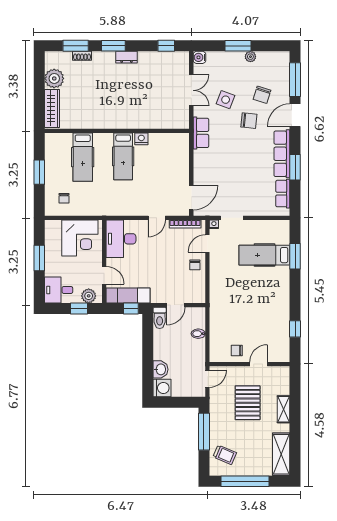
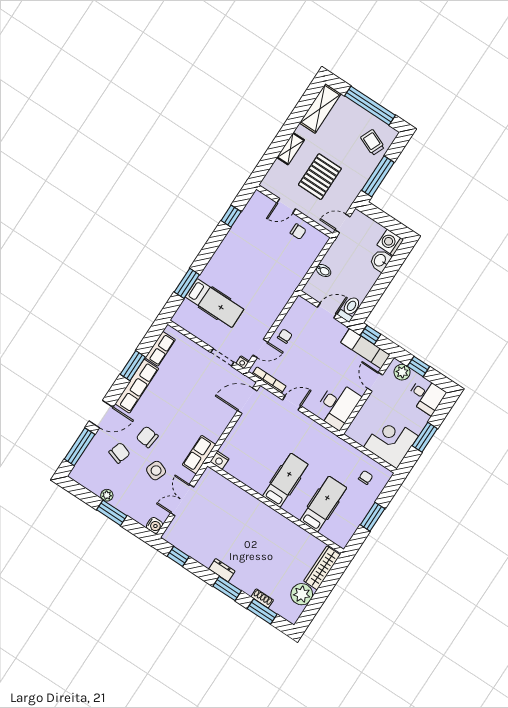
nightstand: (141, 139) -> (220, 460), moved
corner desk: (80, 238) -> (391, 442), moved

